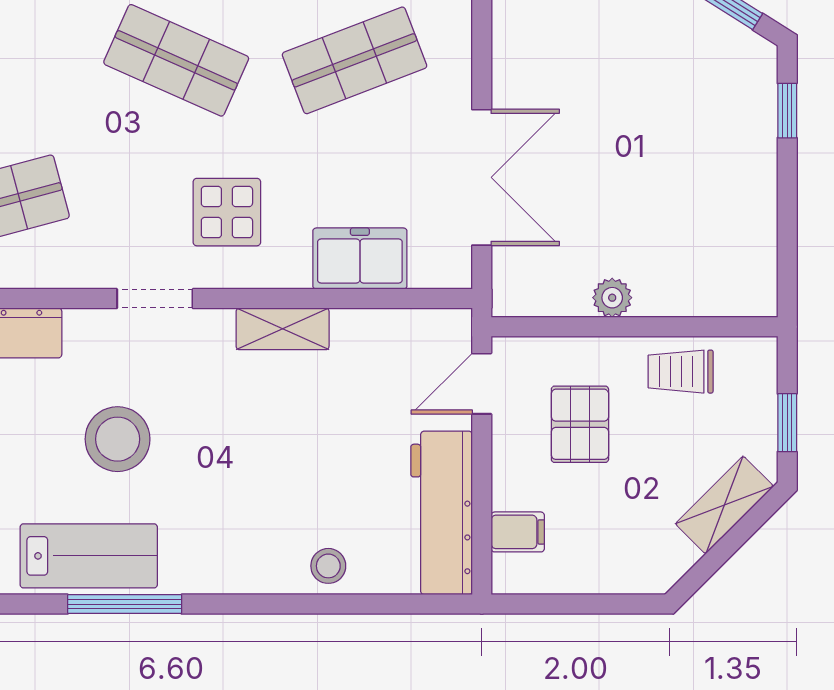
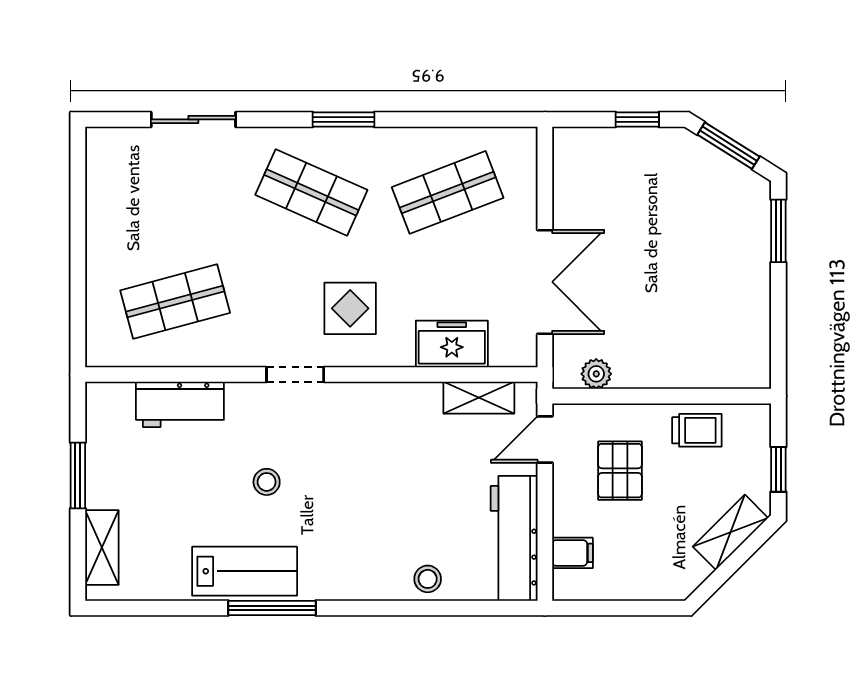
window: (787, 111) -> (778, 231), width x1.50
plant: (612, 298) -> (596, 374), moved
shelving: (283, 329) -> (479, 398), moved
trolley: (681, 372) -> (697, 430), turned 180
stool: (118, 439) -> (267, 482), width x0.53, depth x0.53

